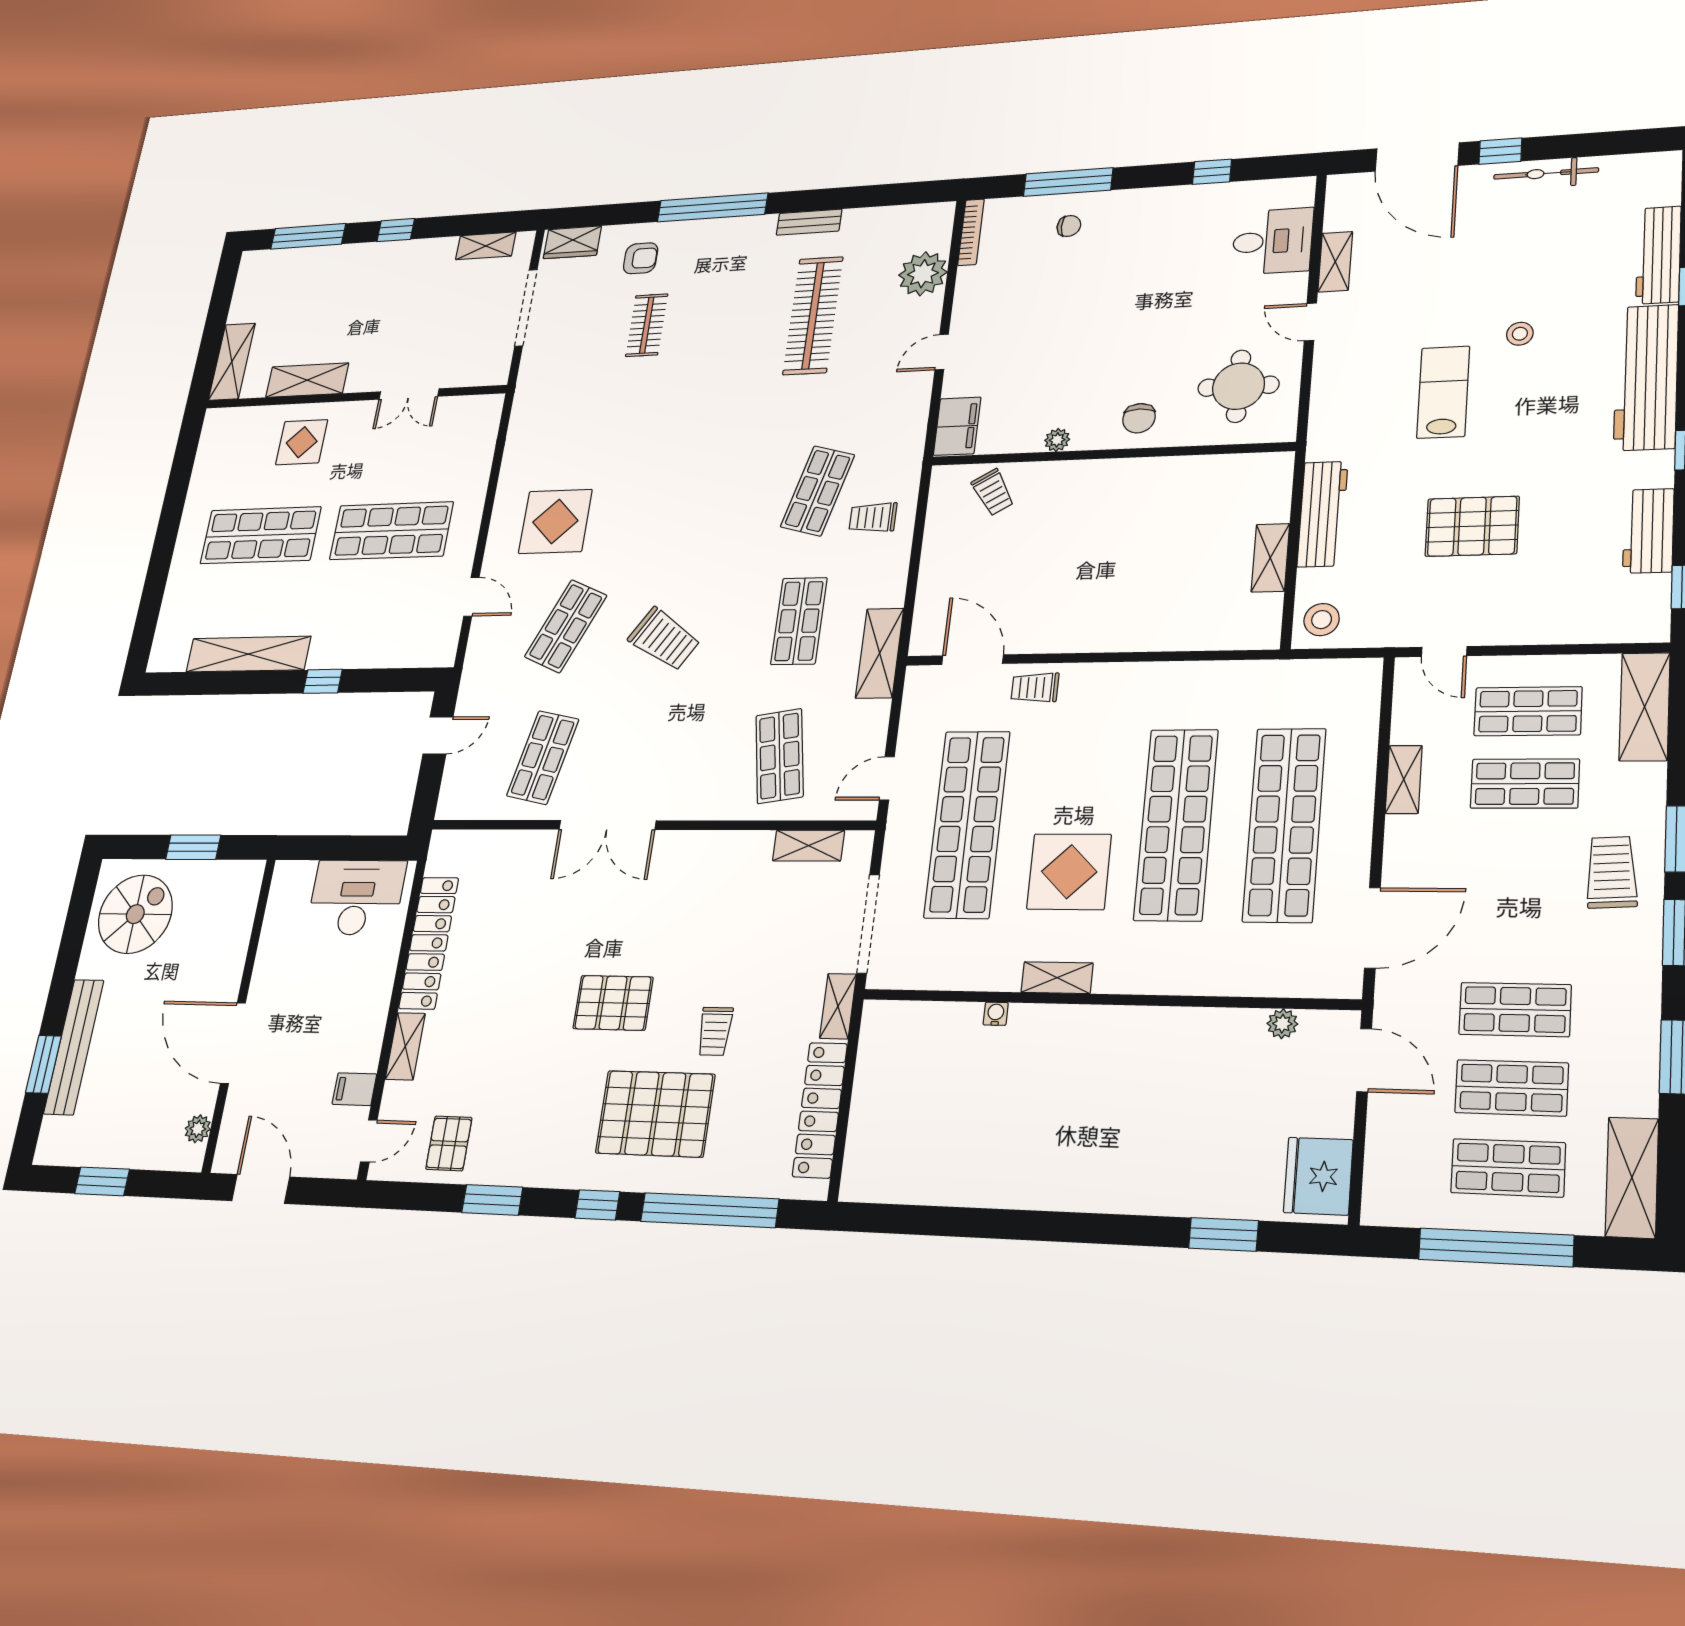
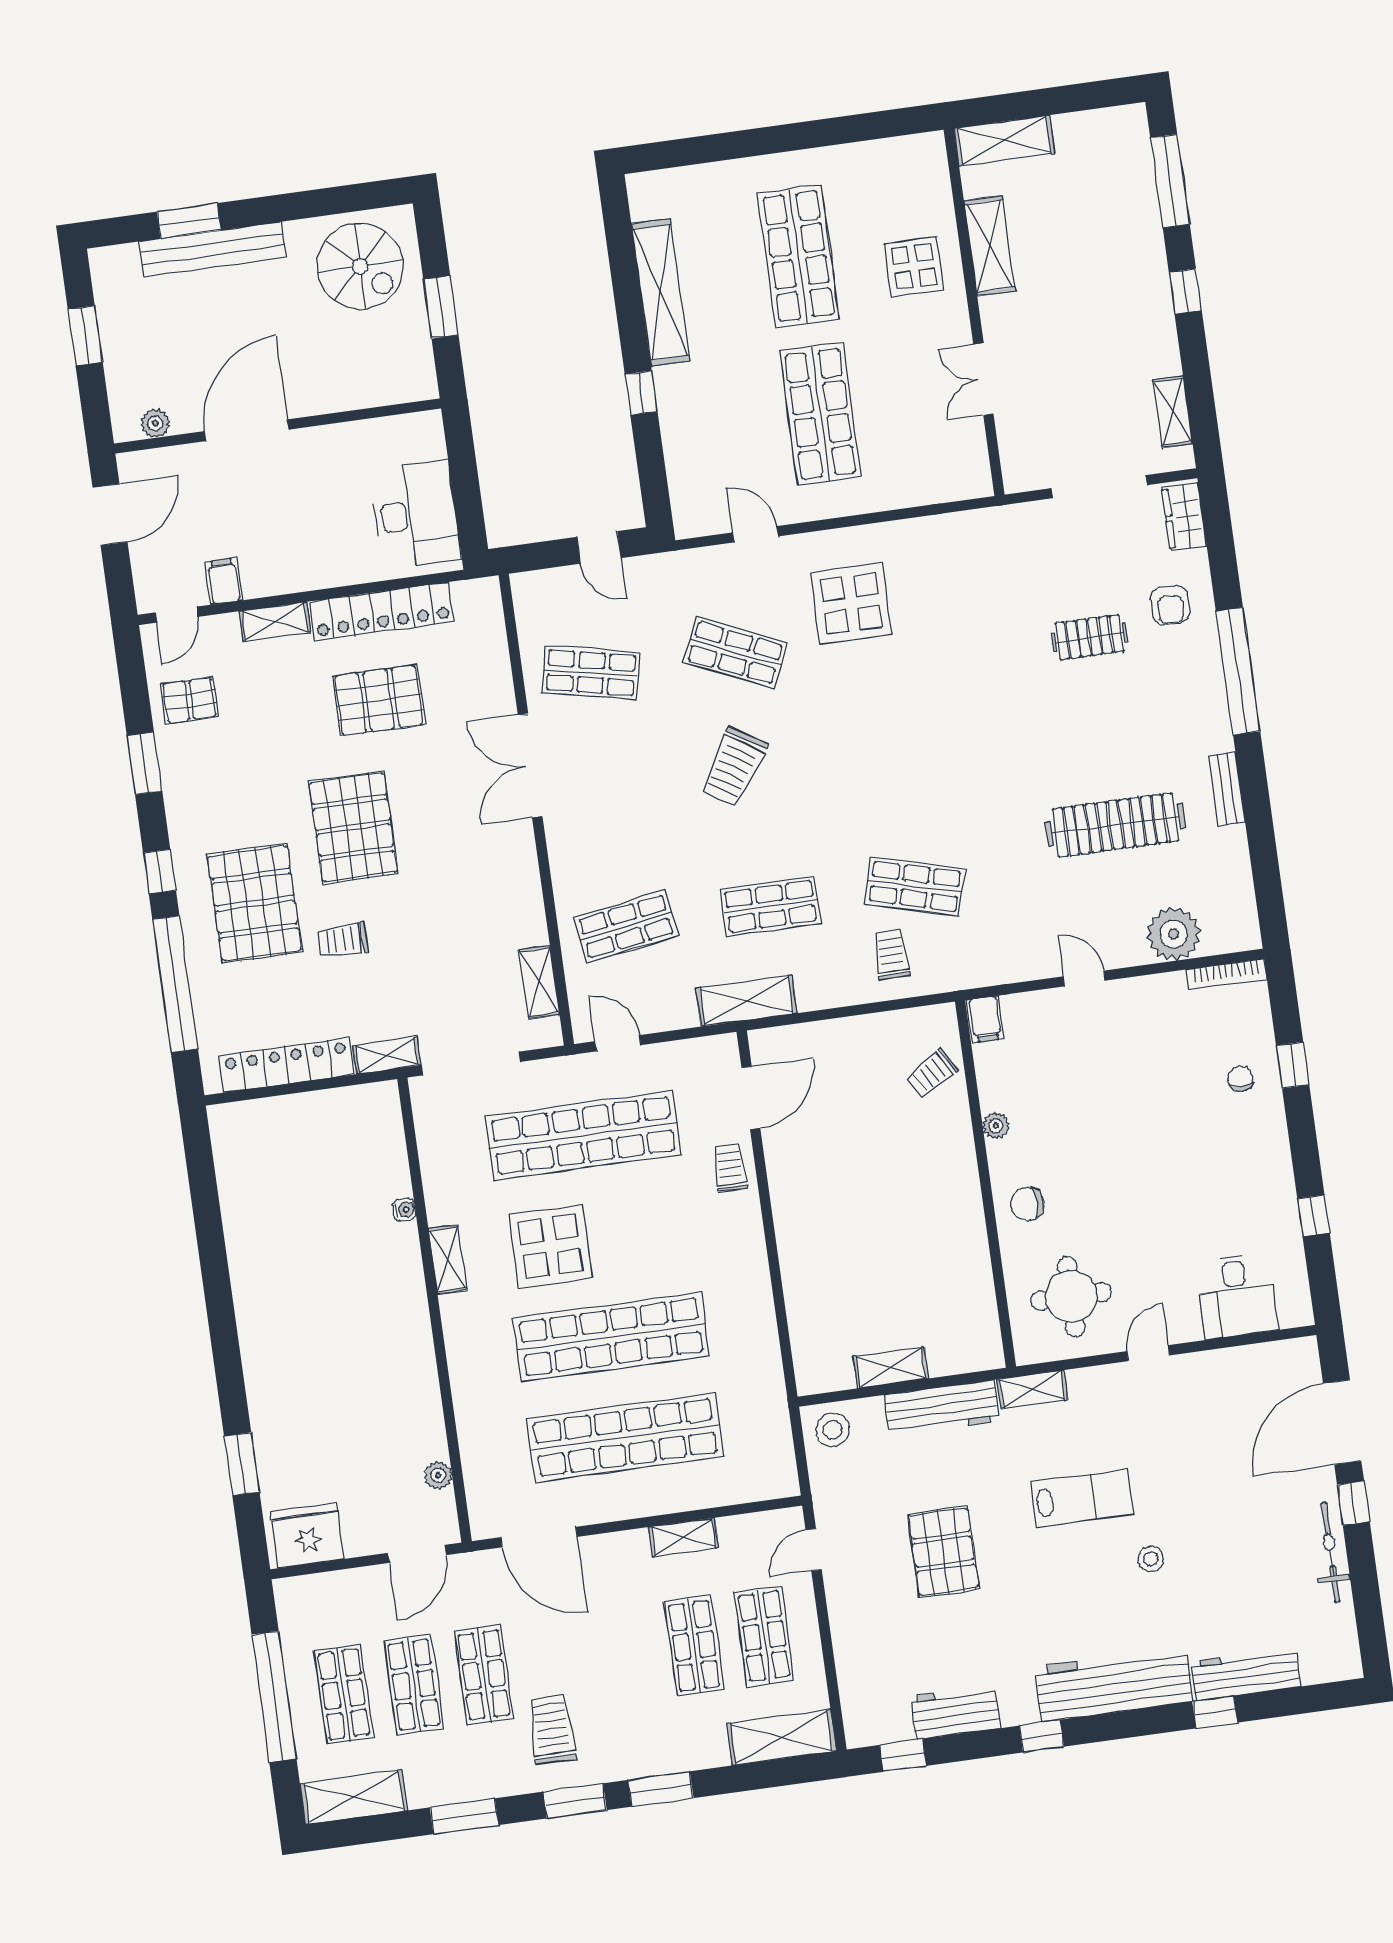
window: (1068, 182) -> (1293, 1065), width x0.46
chair: (1069, 226) -> (1241, 1079), turned 180
shelving: (1335, 262) -> (1032, 1390), moved
filing cabinet: (957, 426) -> (985, 1019), width x0.50
door: (471, 597) -> (756, 534), swing flipped
trolley: (1612, 872) -> (552, 1730), moved, turned -87
pallet: (506, 959) -> (379, 700), added
pallet: (613, 1003) -> (353, 827), width x1.37, depth x1.41
door: (369, 1141) -> (177, 615), hinge flipped

